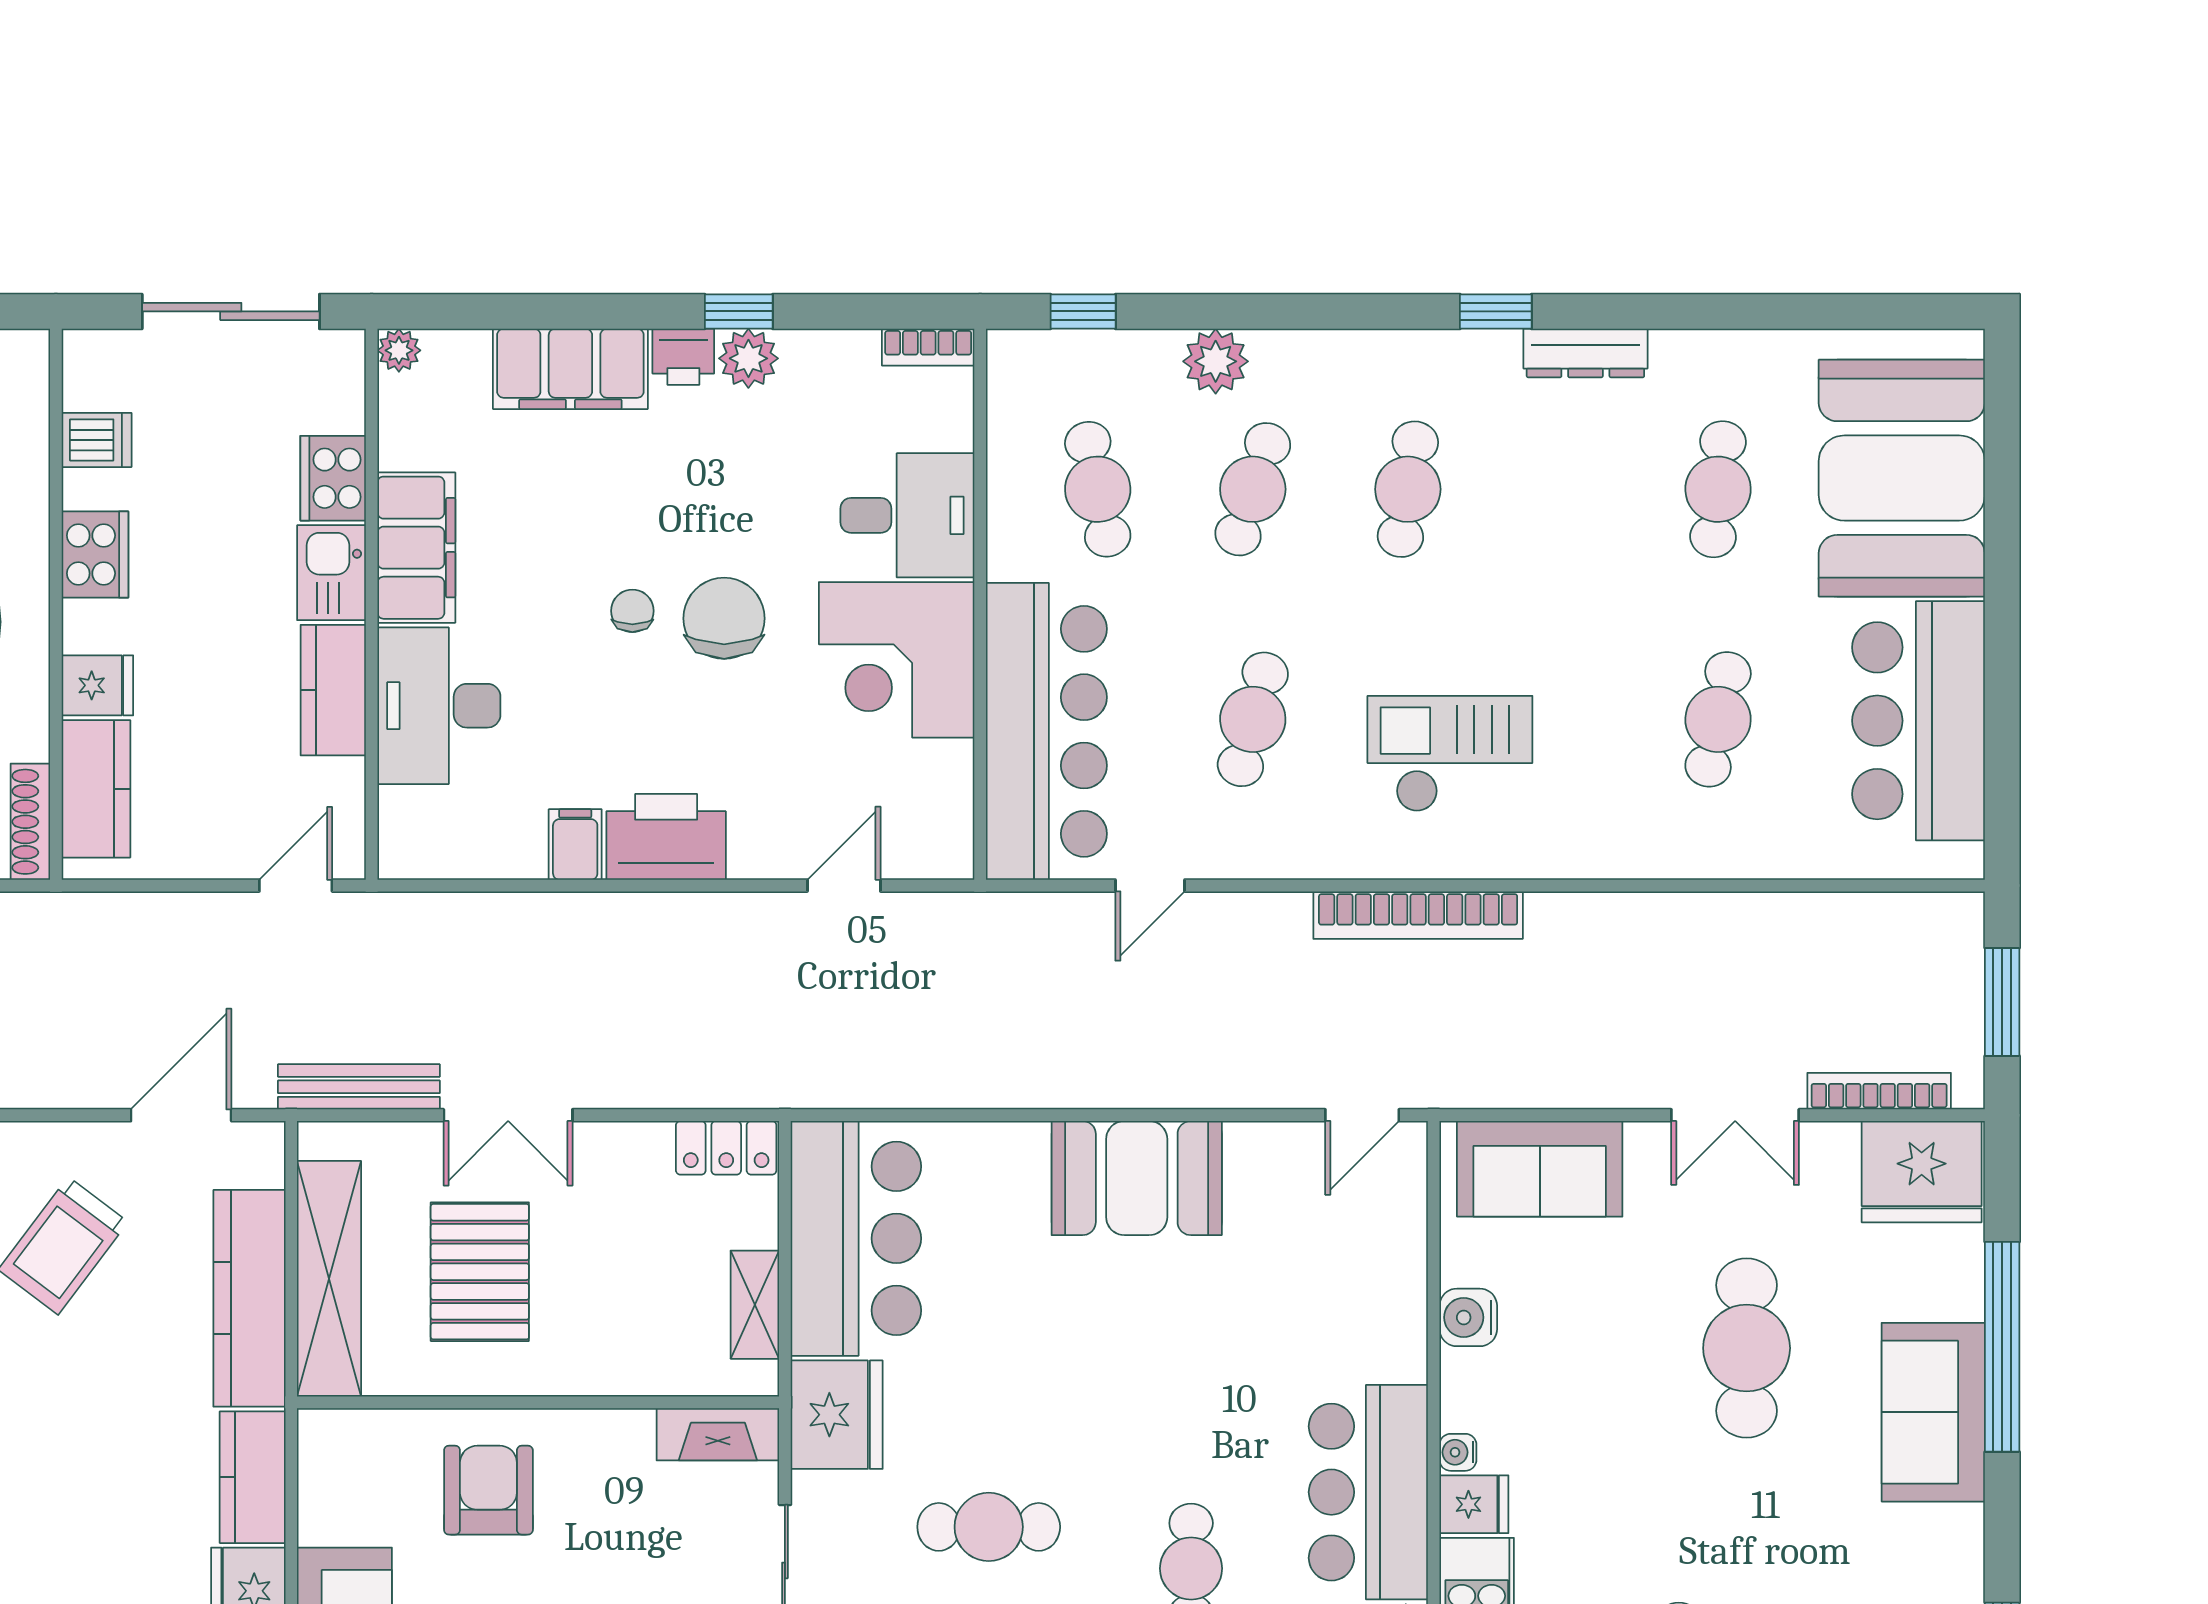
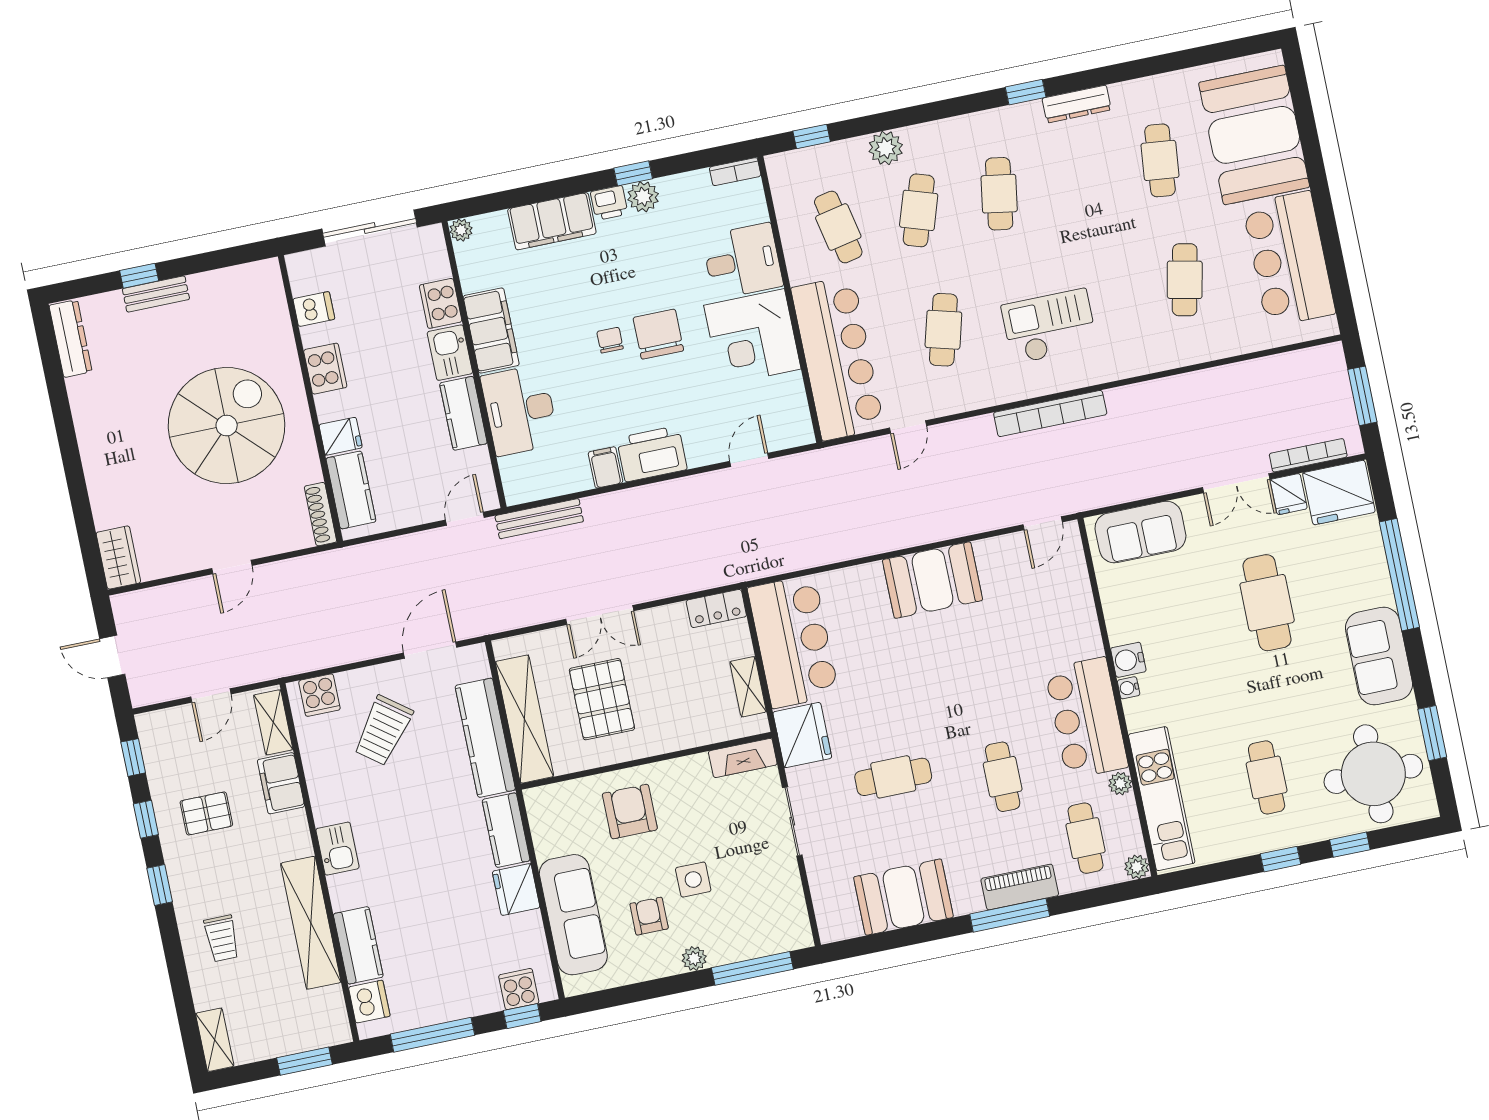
bench: (359, 1087) -> (539, 519), moved
water cooler: (1468, 1317) -> (1128, 660), moved
sofa: (1933, 1412) -> (1379, 656), moved
fridge: (1474, 1504) -> (1289, 494), moved, turned 90

